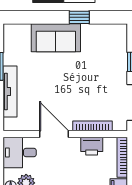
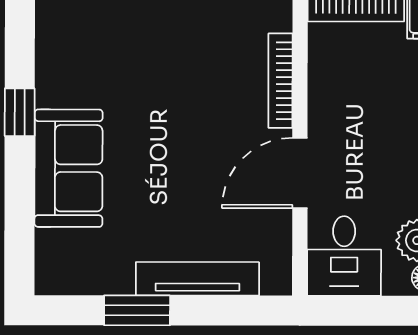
printer: (92, 146) -> (329, 83), removed

